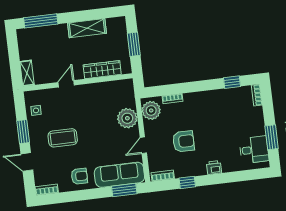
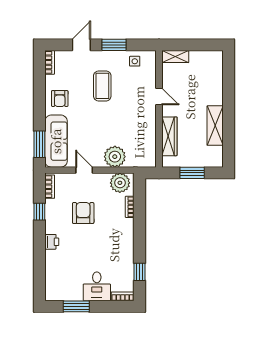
window: (41, 21) -> (229, 78), removed
armchair: (184, 141) -> (83, 213), turned 180
desk: (254, 150) -> (97, 286), moved

